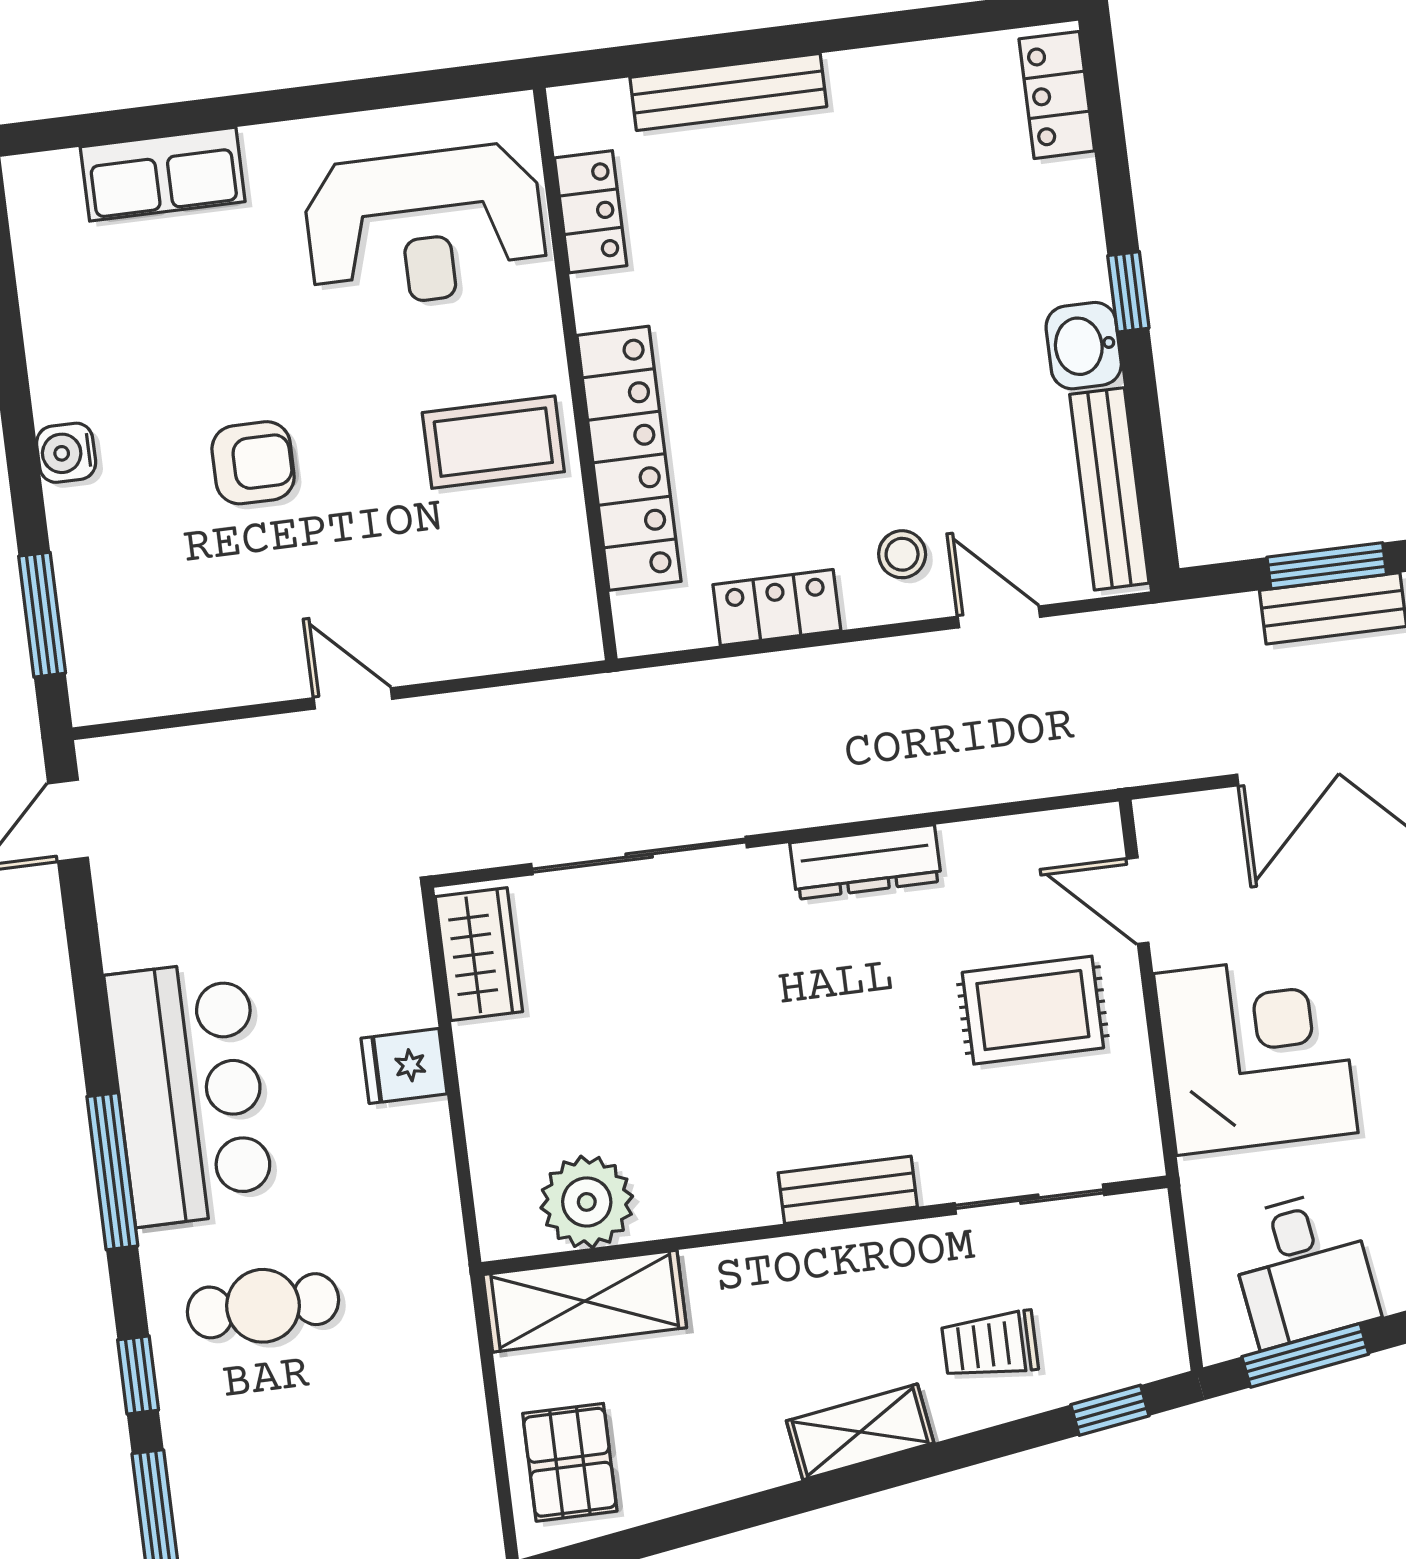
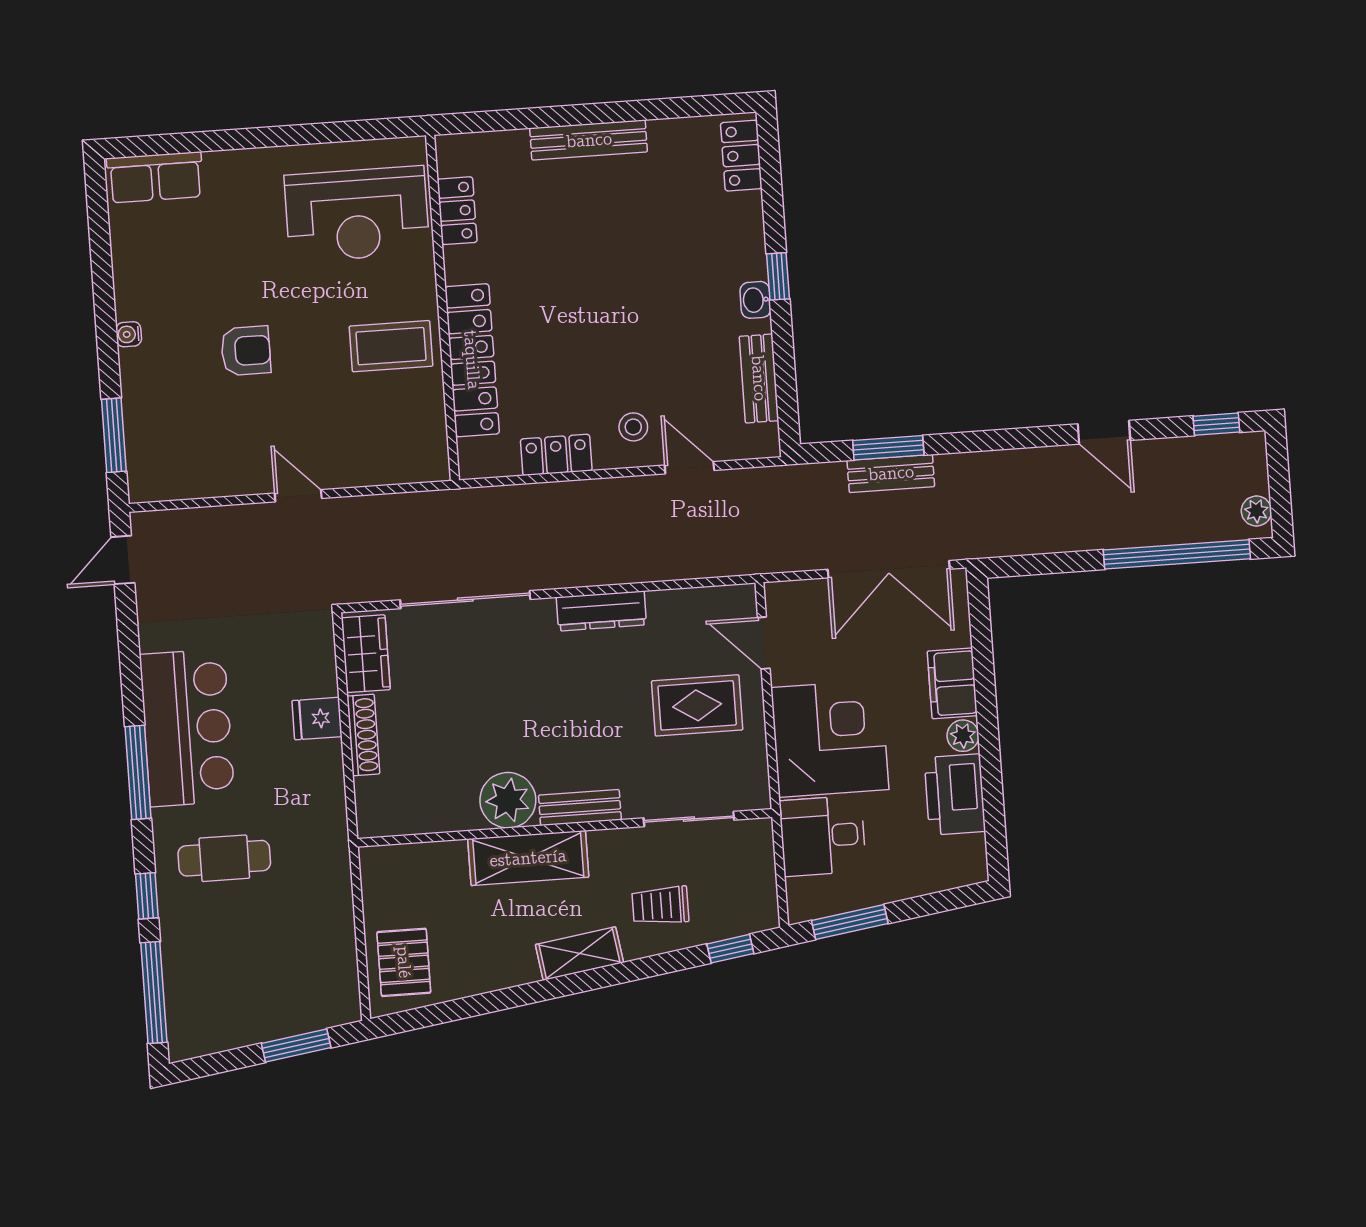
bench: (728, 92) -> (589, 140), moved
row of seats: (163, 174) -> (155, 177), moved
washbasin: (1084, 346) -> (755, 300), width x0.72, depth x0.69
water cooler: (66, 453) -> (129, 334), width x0.72, depth x0.72
bench: (1109, 489) -> (759, 378), width x0.73
shoe rack: (482, 1089) -> (363, 735), added
plant: (587, 1202) -> (508, 800), moved
desk: (1303, 1268) -> (823, 836), moved, turned 98
shelving: (585, 1301) -> (528, 858), moved

